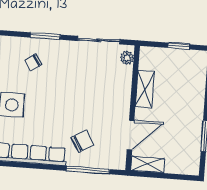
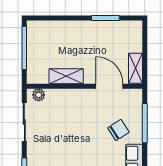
window: (179, 46) -> (24, 48), width x2.17
chair: (83, 141) -> (118, 130), turned 88

